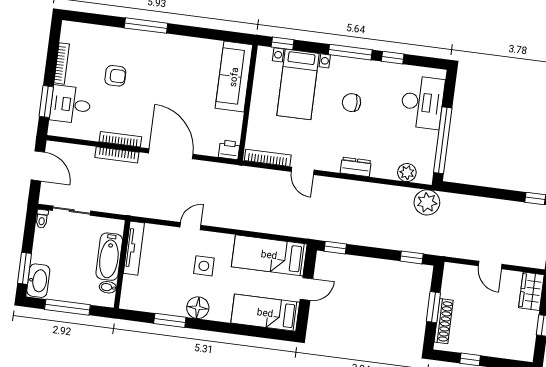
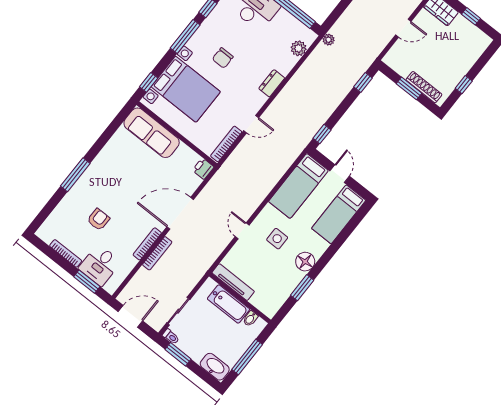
bed with nightstands: (298, 84) -> (186, 89), width x1.36
plant: (427, 202) -> (329, 40), width x0.53, depth x0.53
window: (25, 268) -> (178, 354), moved

